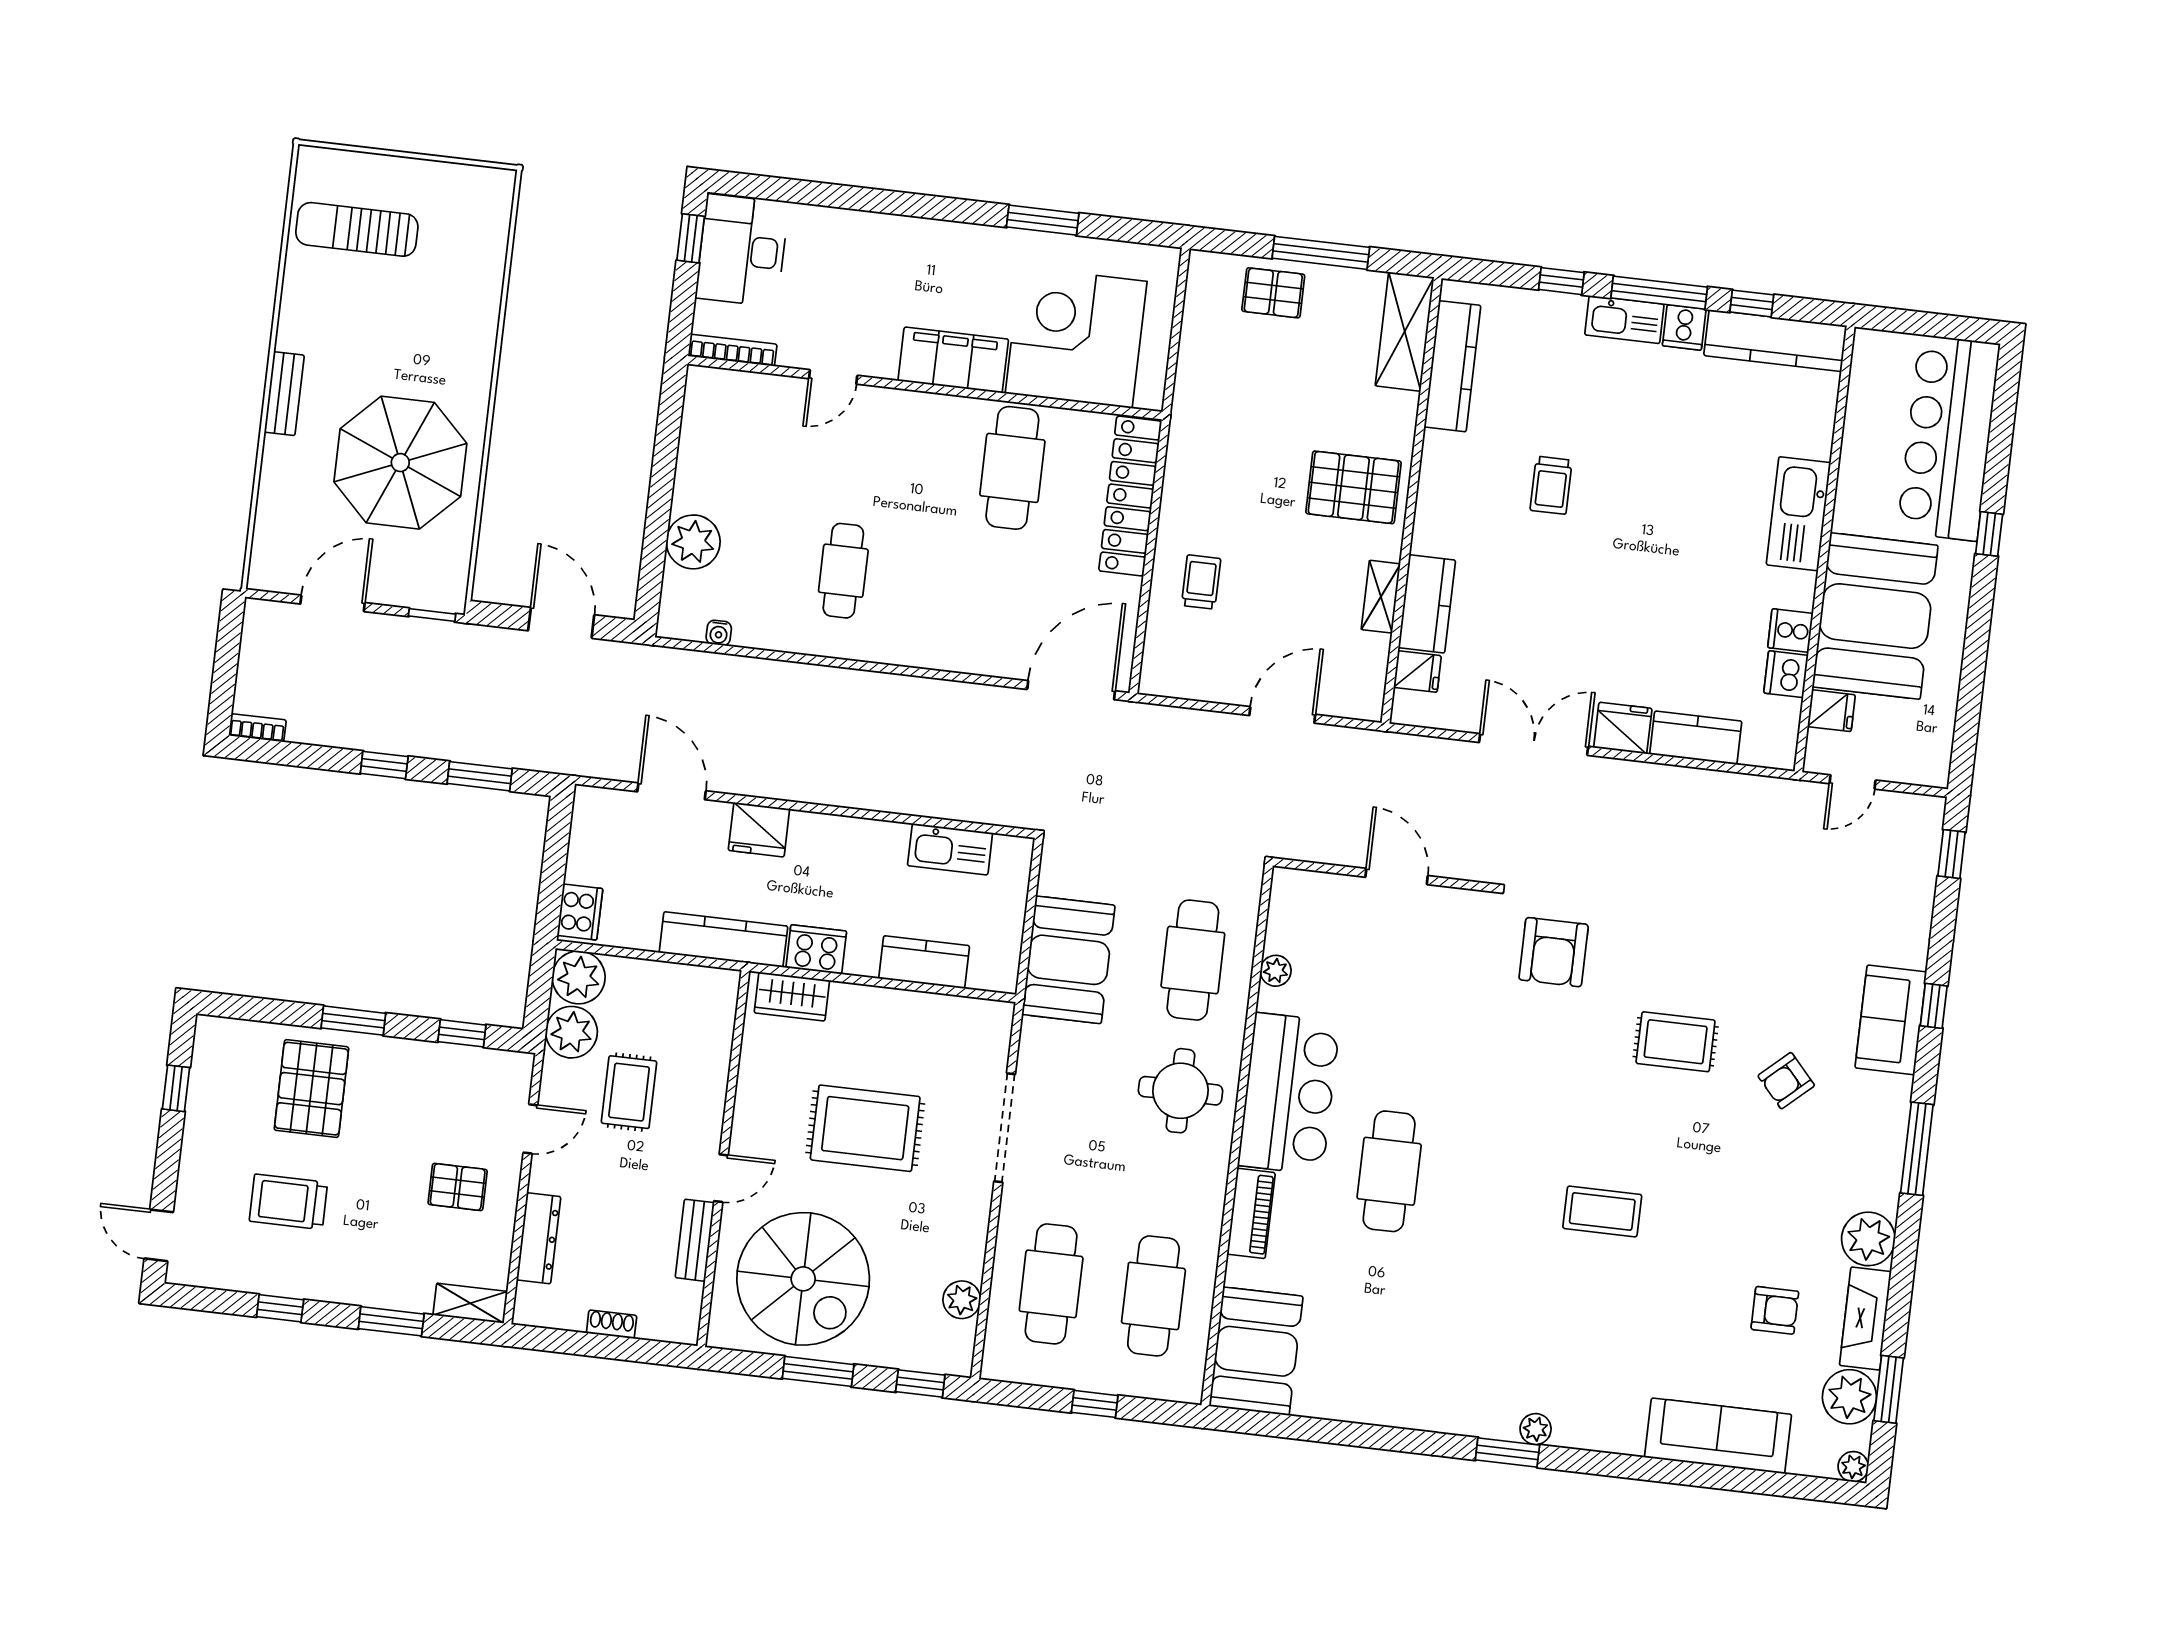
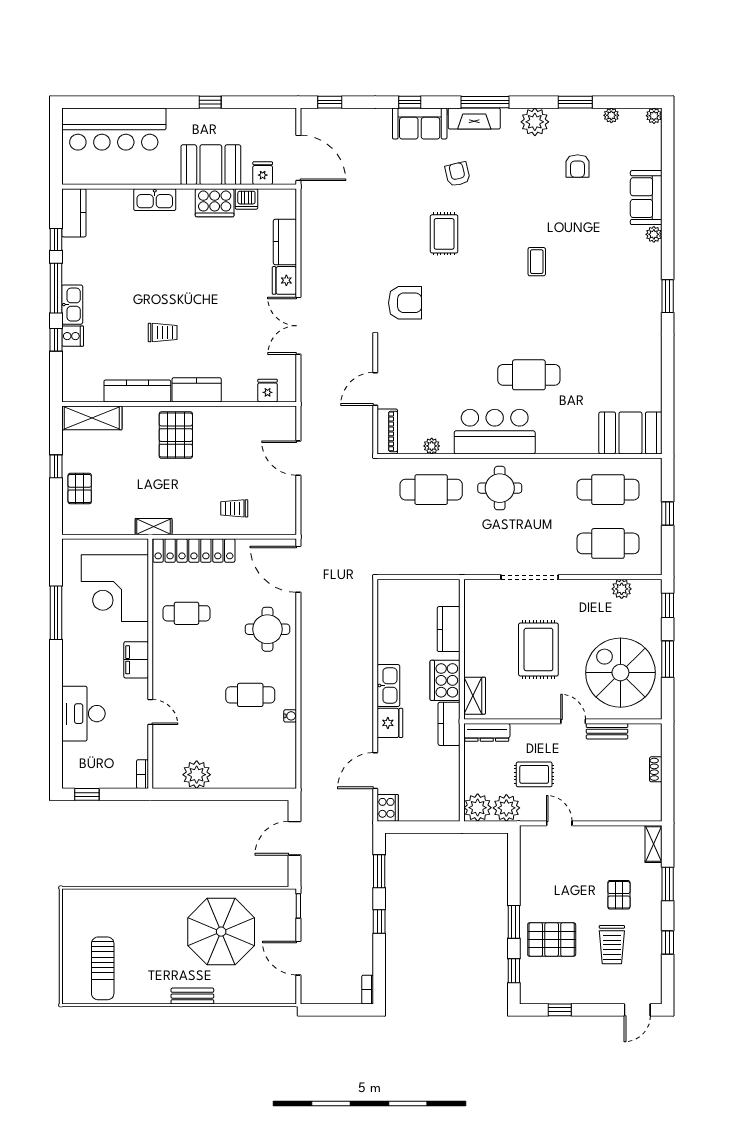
window: (1043, 220) -> (56, 613), width x1.44
desk: (742, 250) -> (83, 714), moved, turned 90
window: (1321, 253) -> (56, 466), width x0.46
cooker: (1684, 327) -> (73, 336), moved
kitchen counter: (1775, 341) -> (74, 213), width x0.67
bookcase: (732, 350) -> (142, 774), width x0.64
filing cabinet: (953, 360) -> (136, 660), width x0.67, depth x0.86
kitchen counter: (1452, 366) -> (137, 391), moved
cafe table: (1012, 468) -> (187, 613), width x0.73, depth x0.74
kitchen sink: (1799, 514) -> (155, 200), width x0.73, depth x0.81
window: (1989, 534) -> (210, 102), moved
plant: (693, 542) -> (197, 775), moved
shelving: (1381, 597) -> (154, 527), moved
kitchen counter: (1427, 604) -> (197, 390), moved
booth: (1875, 616) -> (211, 165), width x0.73, depth x0.70
round table: (964, 618) -> (267, 629), added
cooker: (1790, 631) -> (215, 203), width x1.87, depth x1.31
water cooler: (719, 633) -> (290, 716), moved
door: (1853, 782) -> (298, 158), width x1.88
kitchen sink: (950, 849) -> (388, 686), moved
cooker: (580, 912) -> (388, 808), moved, turned 90
kitchen counter: (723, 939) -> (449, 724), width x0.67
cooker: (816, 949) -> (445, 680), width x1.37, depth x1.31
booth: (1068, 960) -> (439, 554), removed
window: (462, 1033) -> (514, 971), moved
armchair: (1786, 1081) -> (458, 174), turned -151
pallet: (458, 1187) -> (619, 895), moved
coffee table: (1602, 1211) -> (537, 262), width x0.73, depth x0.77
piano: (1251, 1213) -> (387, 431), moved, turned 90
dresser: (539, 1238) -> (487, 732), moved, turned 180
spiral stairs: (803, 1279) -> (620, 673), turned -90
armchair: (1775, 1310) -> (578, 166), turned 180
fireplace: (1865, 1318) -> (474, 118), moved
window: (1889, 1389) -> (575, 102), moved
plant: (1849, 1397) -> (611, 115), width x0.53, depth x0.53
plant: (1536, 1429) -> (654, 234), moved
sofa: (1718, 1436) -> (646, 198), width x0.73

